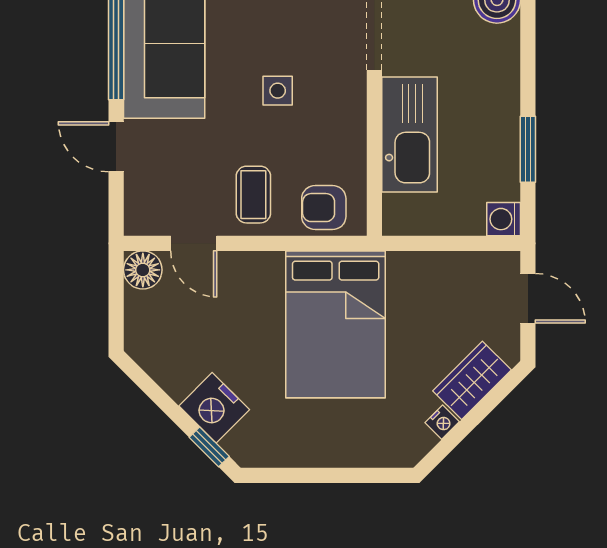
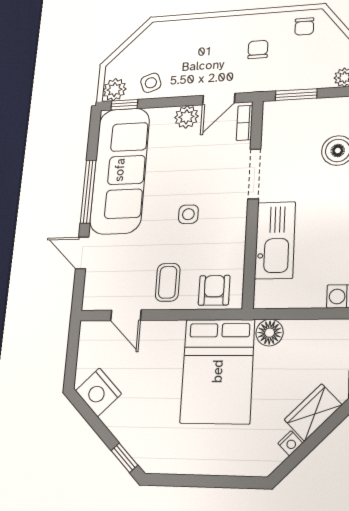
armchair: (324, 208) -> (214, 290), turned 90
floor lamp: (143, 270) -> (270, 333), moved
nightstand: (214, 408) -> (98, 392), moved

